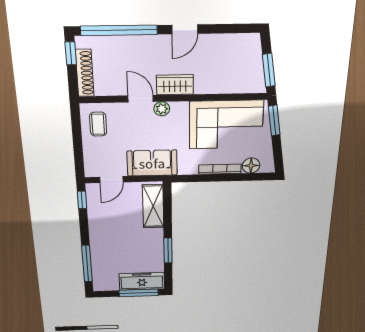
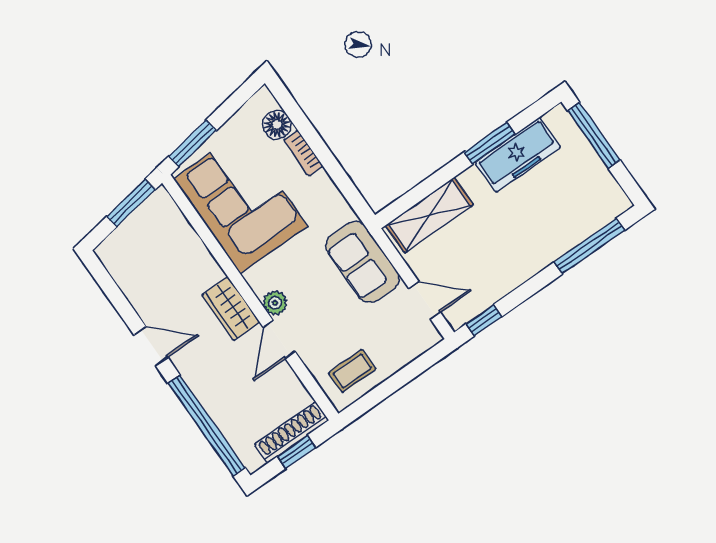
window: (71, 53) -> (297, 452), moved
bookcase: (220, 169) -> (303, 153), width x0.64
freezer: (142, 281) -> (518, 155), moved, turned -90

